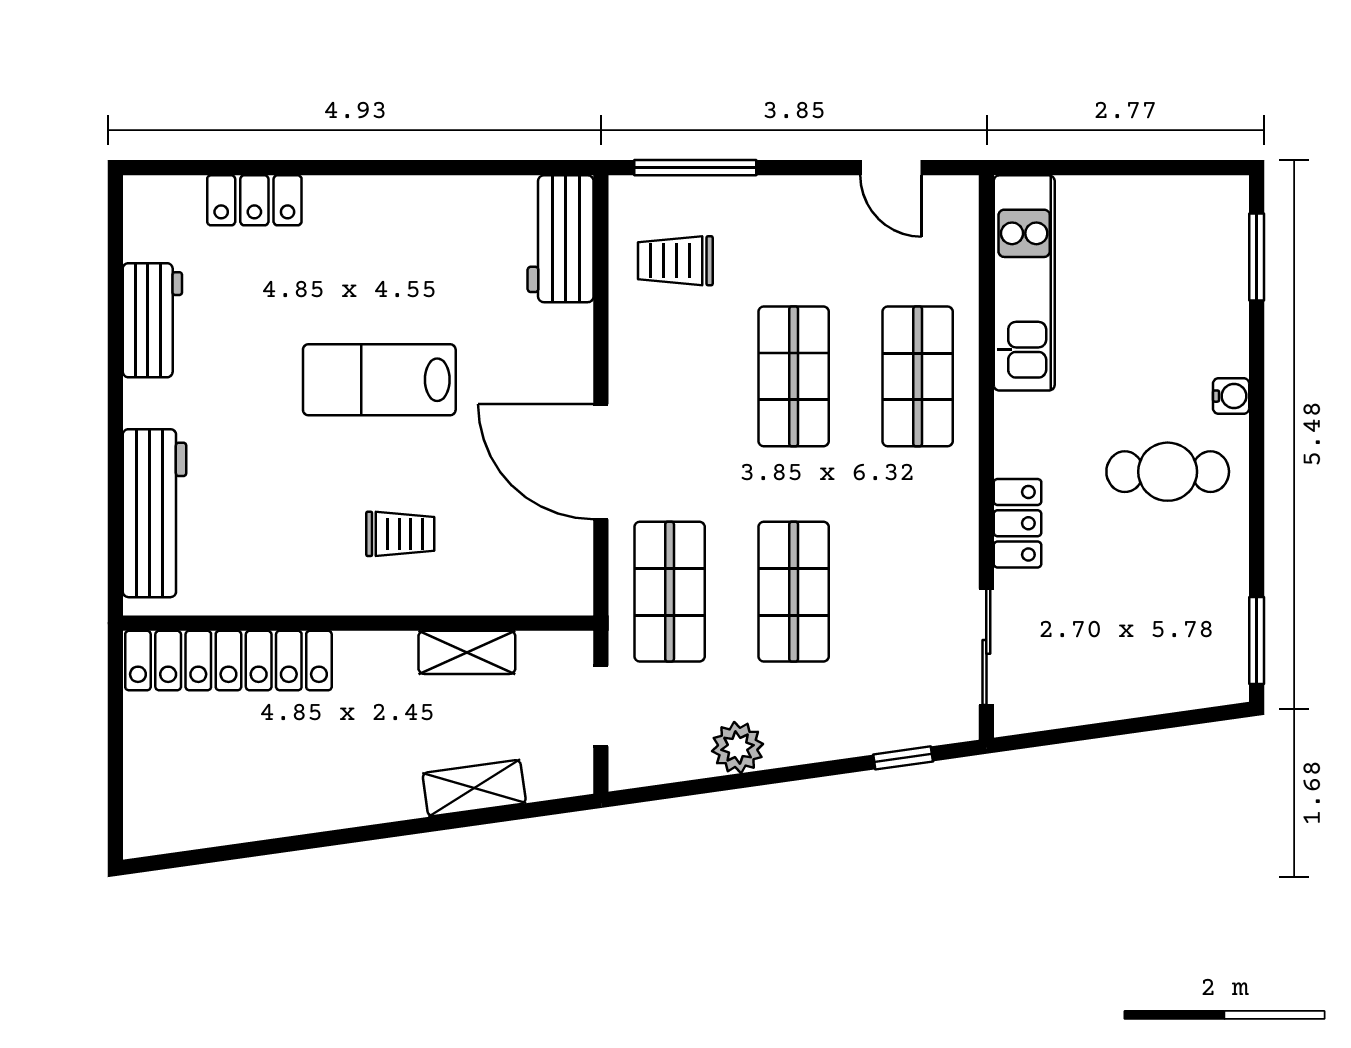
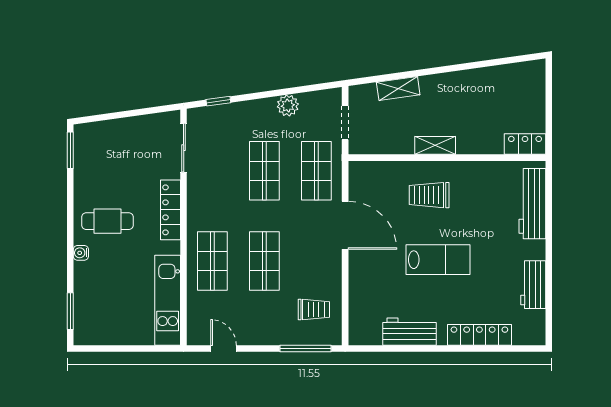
locker: (254, 200) -> (479, 335), width x1.53
workbench: (561, 239) -> (409, 332), moved, turned -90
locker: (1017, 523) -> (170, 210), width x1.53
trolley: (400, 534) -> (429, 195), width x1.36, depth x1.39
shelving: (467, 652) -> (435, 145), moved
locker: (228, 661) -> (525, 144), width x0.46, depth x0.83

